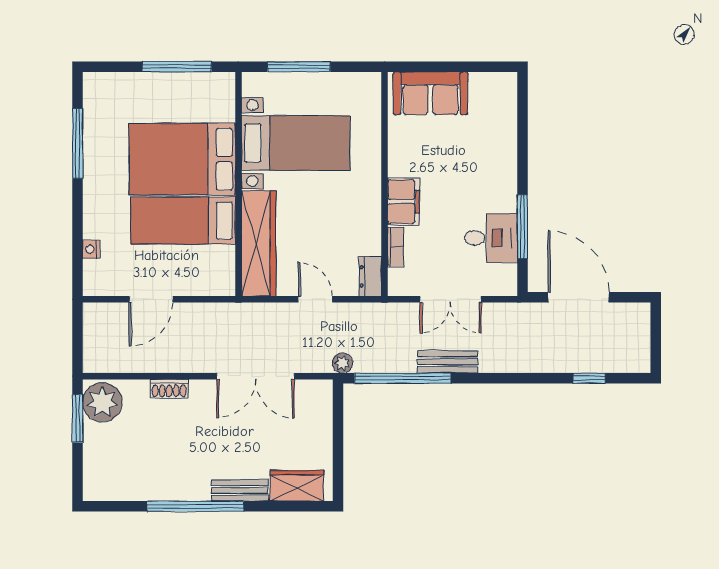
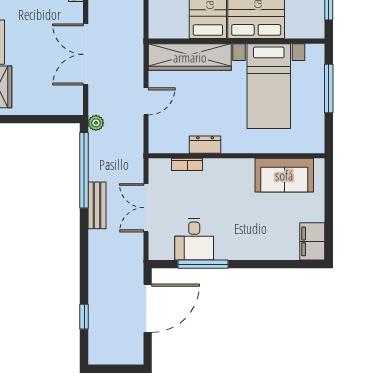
sofa: (430, 93) -> (284, 175), moved, turned -90
filing cabinet: (403, 202) -> (312, 241), moved, turned 90
dresser: (370, 276) -> (205, 145), moved

